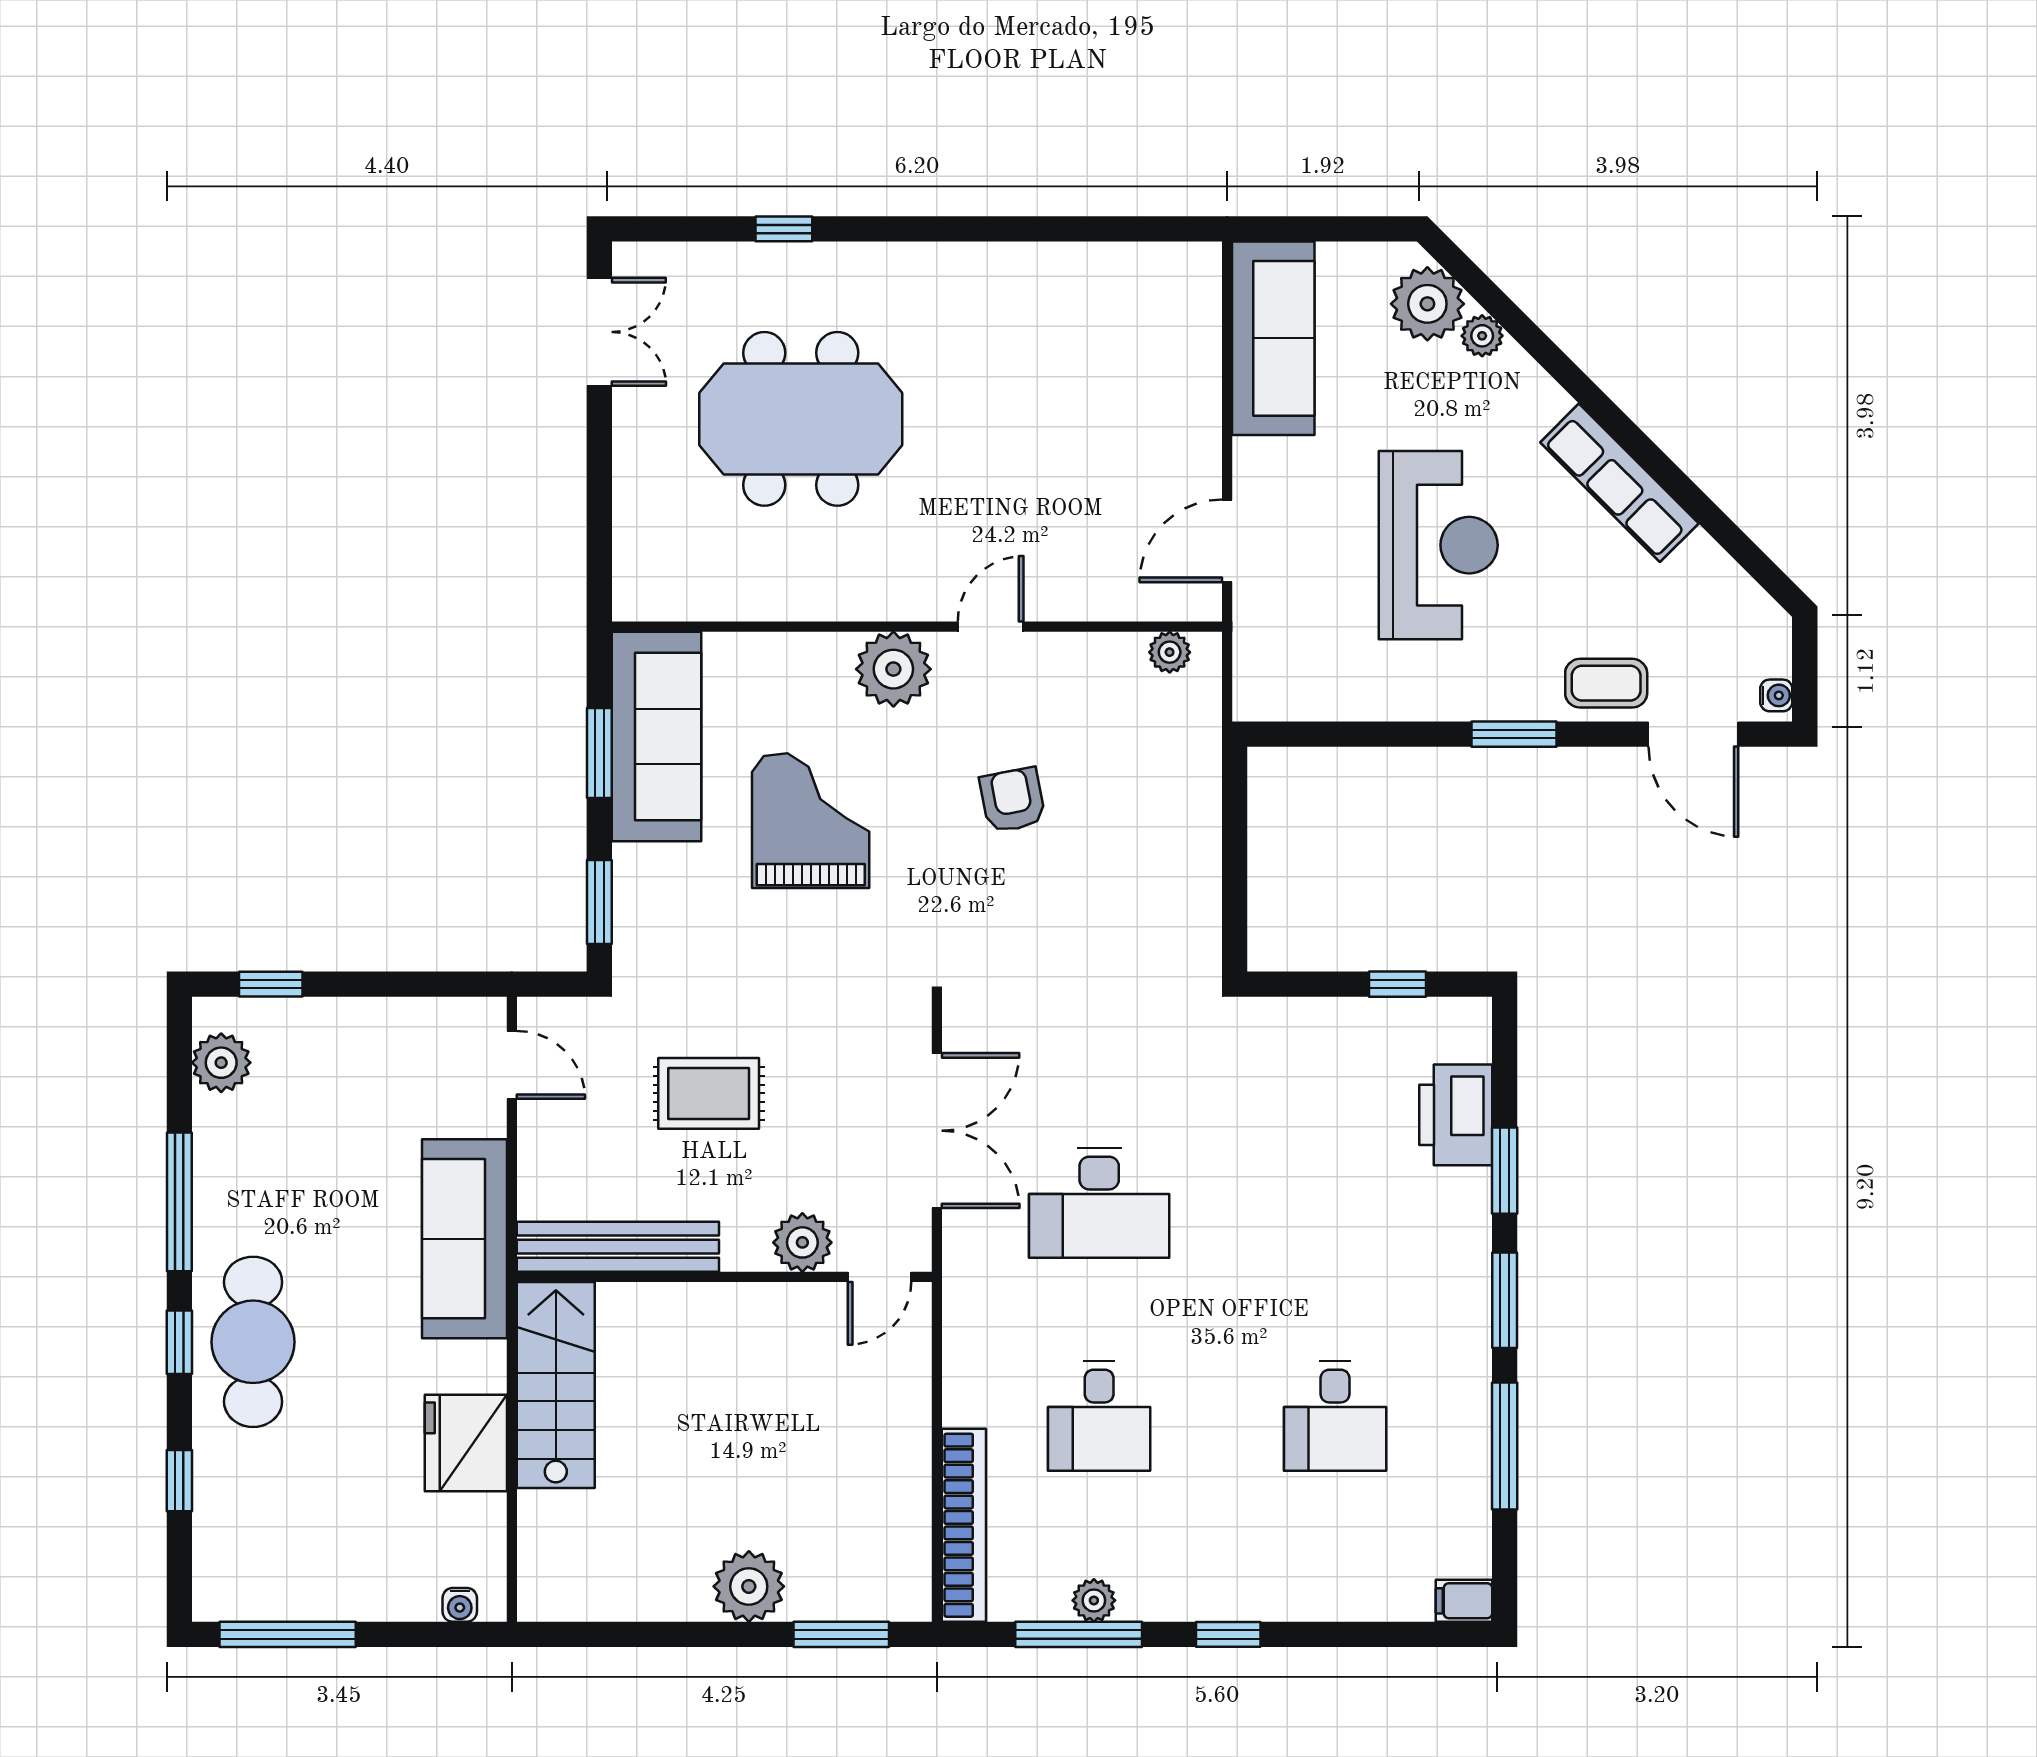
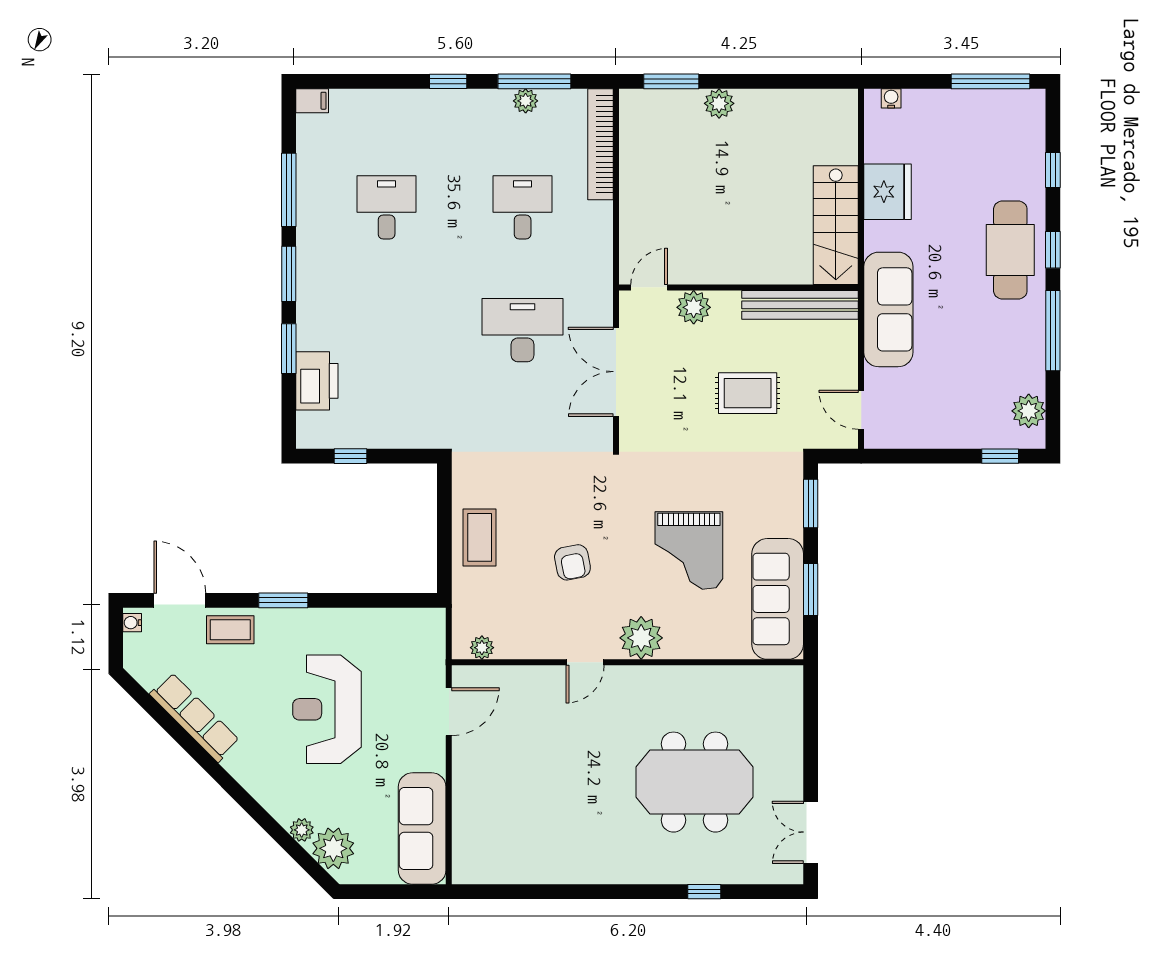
row of seats: (1619, 483) -> (195, 717), moved
coffee table: (1174, 843) -> (480, 537), added
plant: (749, 1586) -> (719, 103), width x0.73, depth x0.73

